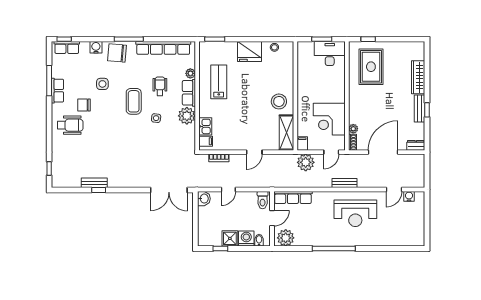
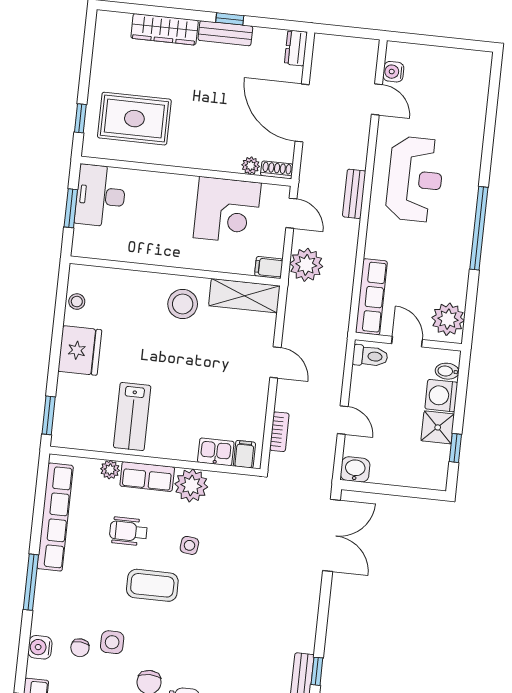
chair: (117, 53) -> (80, 648), moved, width x0.54, depth x0.54
lab bench: (219, 82) -> (132, 417), turned -90

